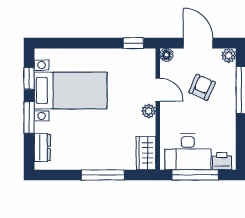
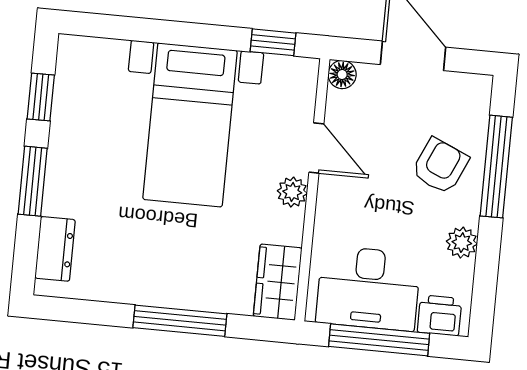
plant: (229, 56) -> (462, 243), moved
armchair: (202, 87) -> (440, 166), moved
bed with nightstands: (71, 90) -> (190, 125), moved, turned 90

